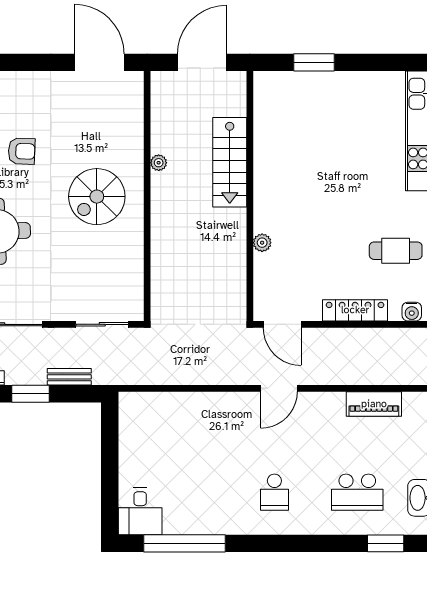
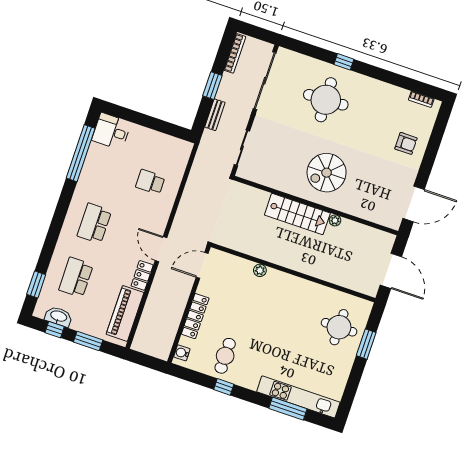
round table: (303, 108) -> (339, 327), added
armchair: (22, 151) -> (406, 143), moved, turned -92
stairs: (230, 162) -> (297, 214), moved, turned 180
spiral stairs: (97, 197) -> (327, 173), turned -90
locker: (324, 402) -> (142, 275), added
piano: (374, 404) -> (125, 313), width x1.37, depth x1.33
school desk: (192, 434) -> (150, 182), added
school desk: (274, 492) -> (94, 223), width x1.85

